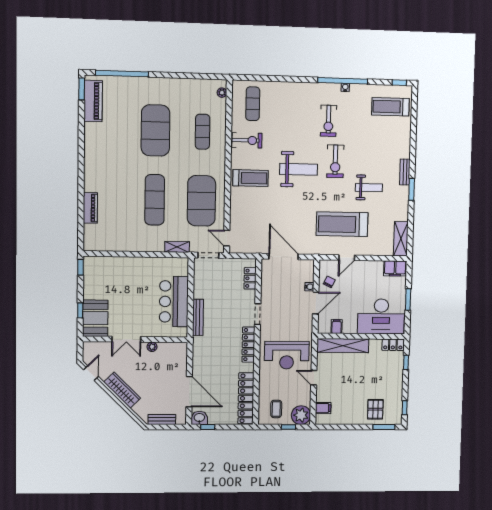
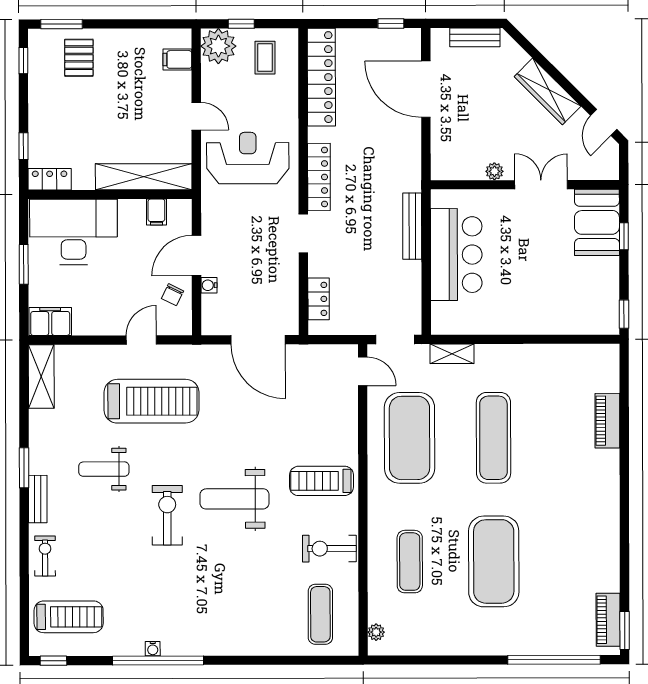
piano: (93, 101) -> (608, 620), width x0.73, depth x0.75
exercise bike: (328, 121) -> (45, 556), moved, width x0.73, depth x0.72
washbasin: (199, 418) -> (406, 41), removed

